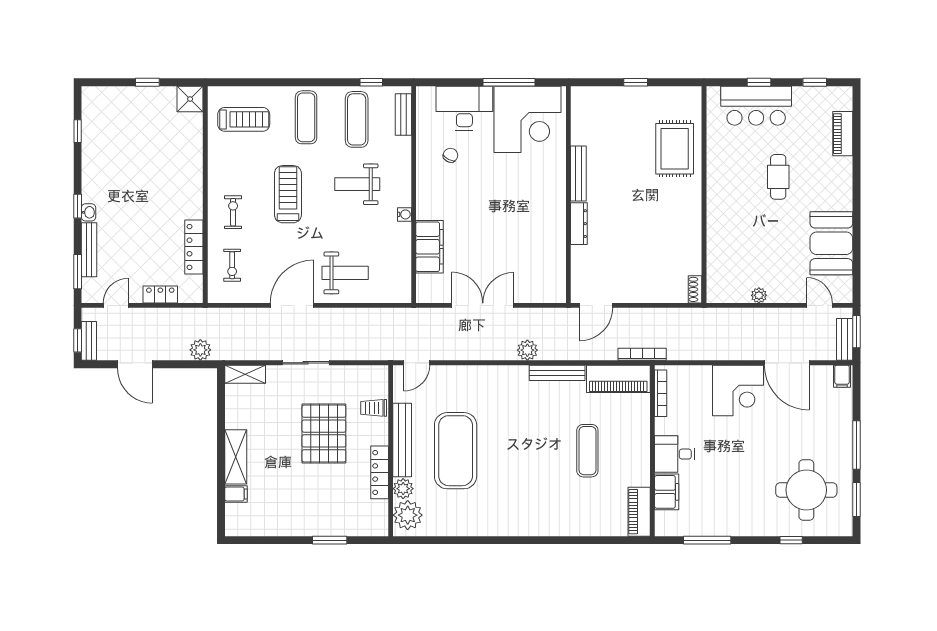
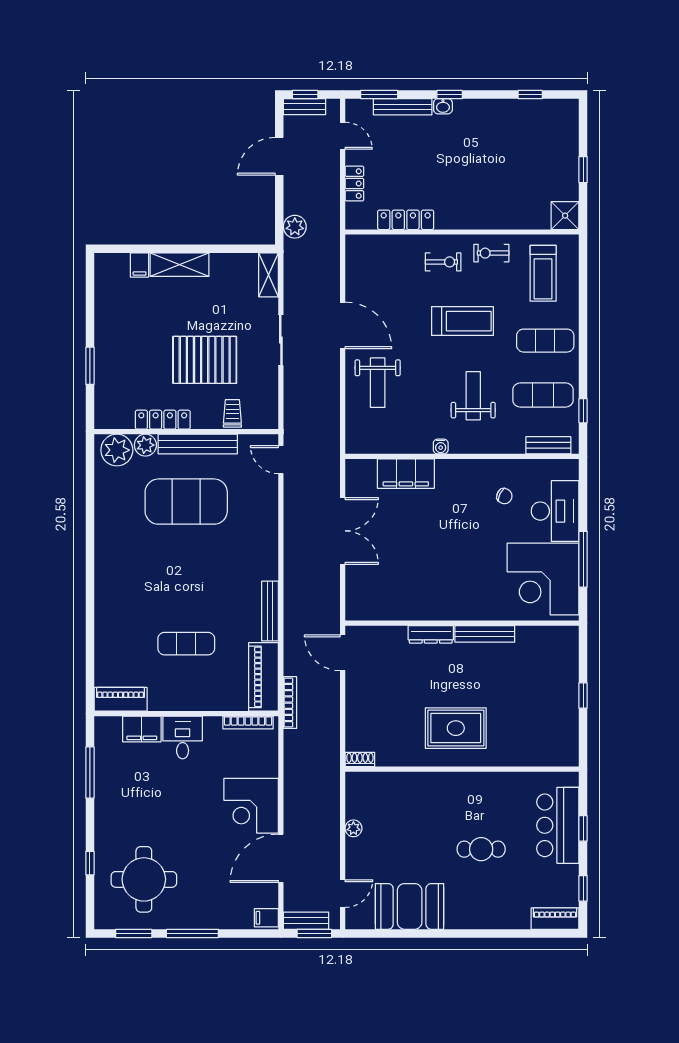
piano: (843, 134) -> (555, 919), moved
rug: (675, 149) -> (456, 728), moved
exercise bike: (232, 265) -> (491, 253), moved
plant: (527, 350) -> (294, 579), removed

